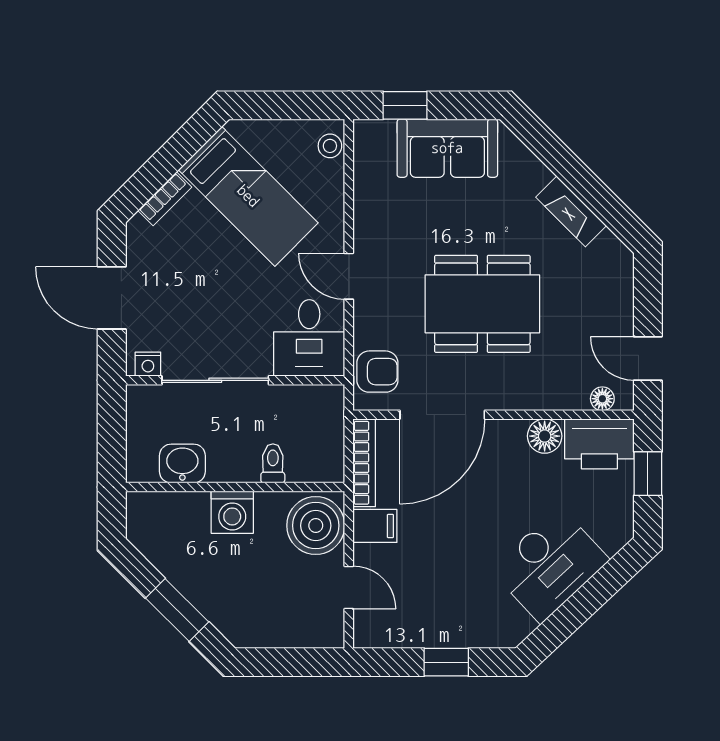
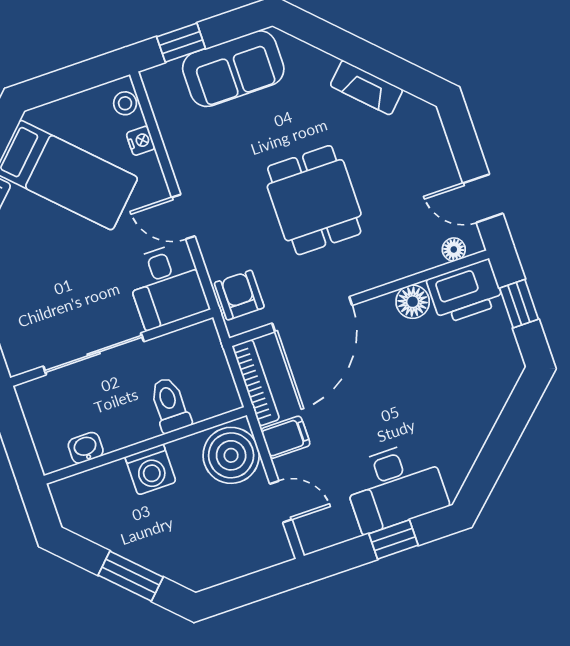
dining table: (482, 304) -> (314, 200), width x0.73
nightstand: (148, 364) -> (141, 141), moved, turned -90
armchair: (377, 372) -> (239, 295), turned -90
toilet: (273, 463) -> (170, 405), width x1.37, depth x1.39
washbasin: (182, 464) -> (86, 448), width x0.72, depth x0.69
desk: (550, 565) -> (395, 486), moved, turned 43

